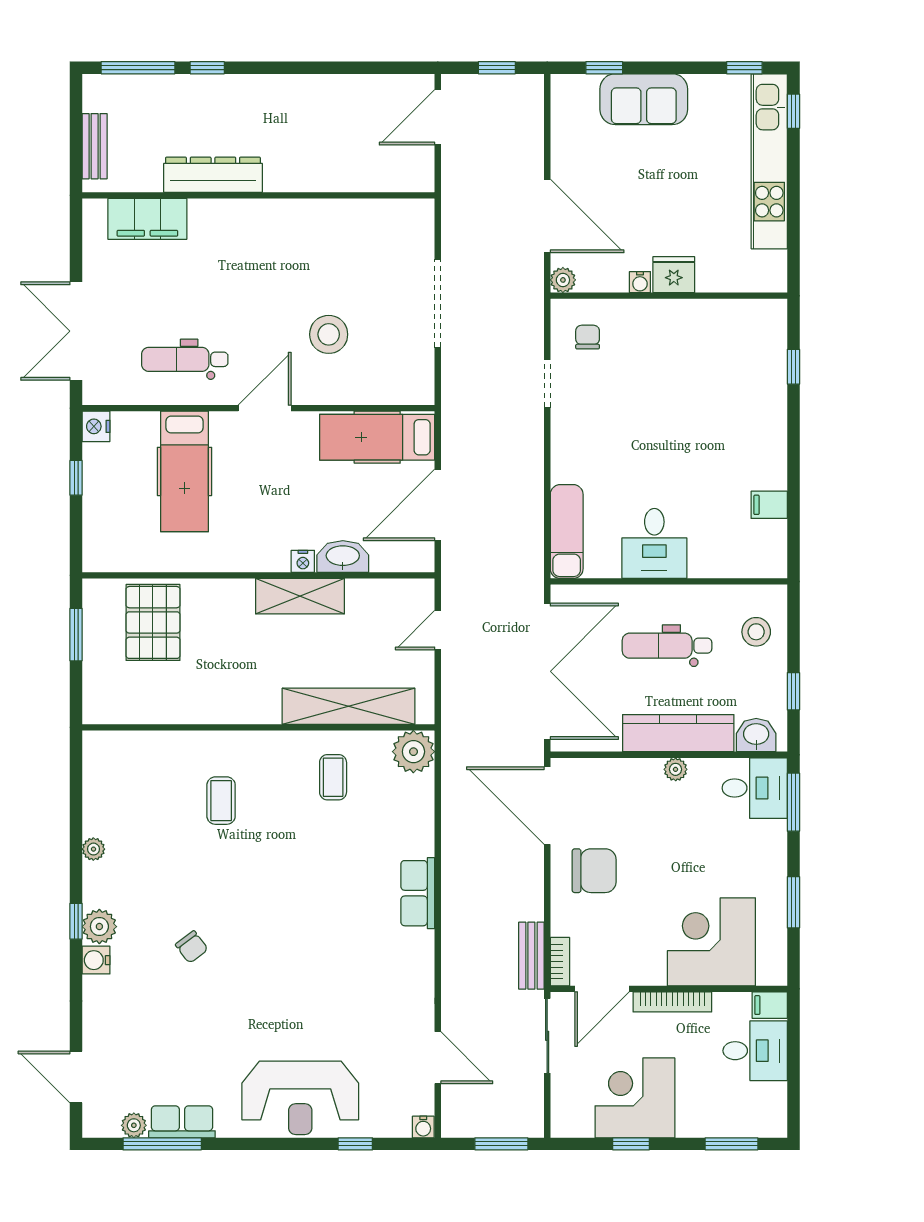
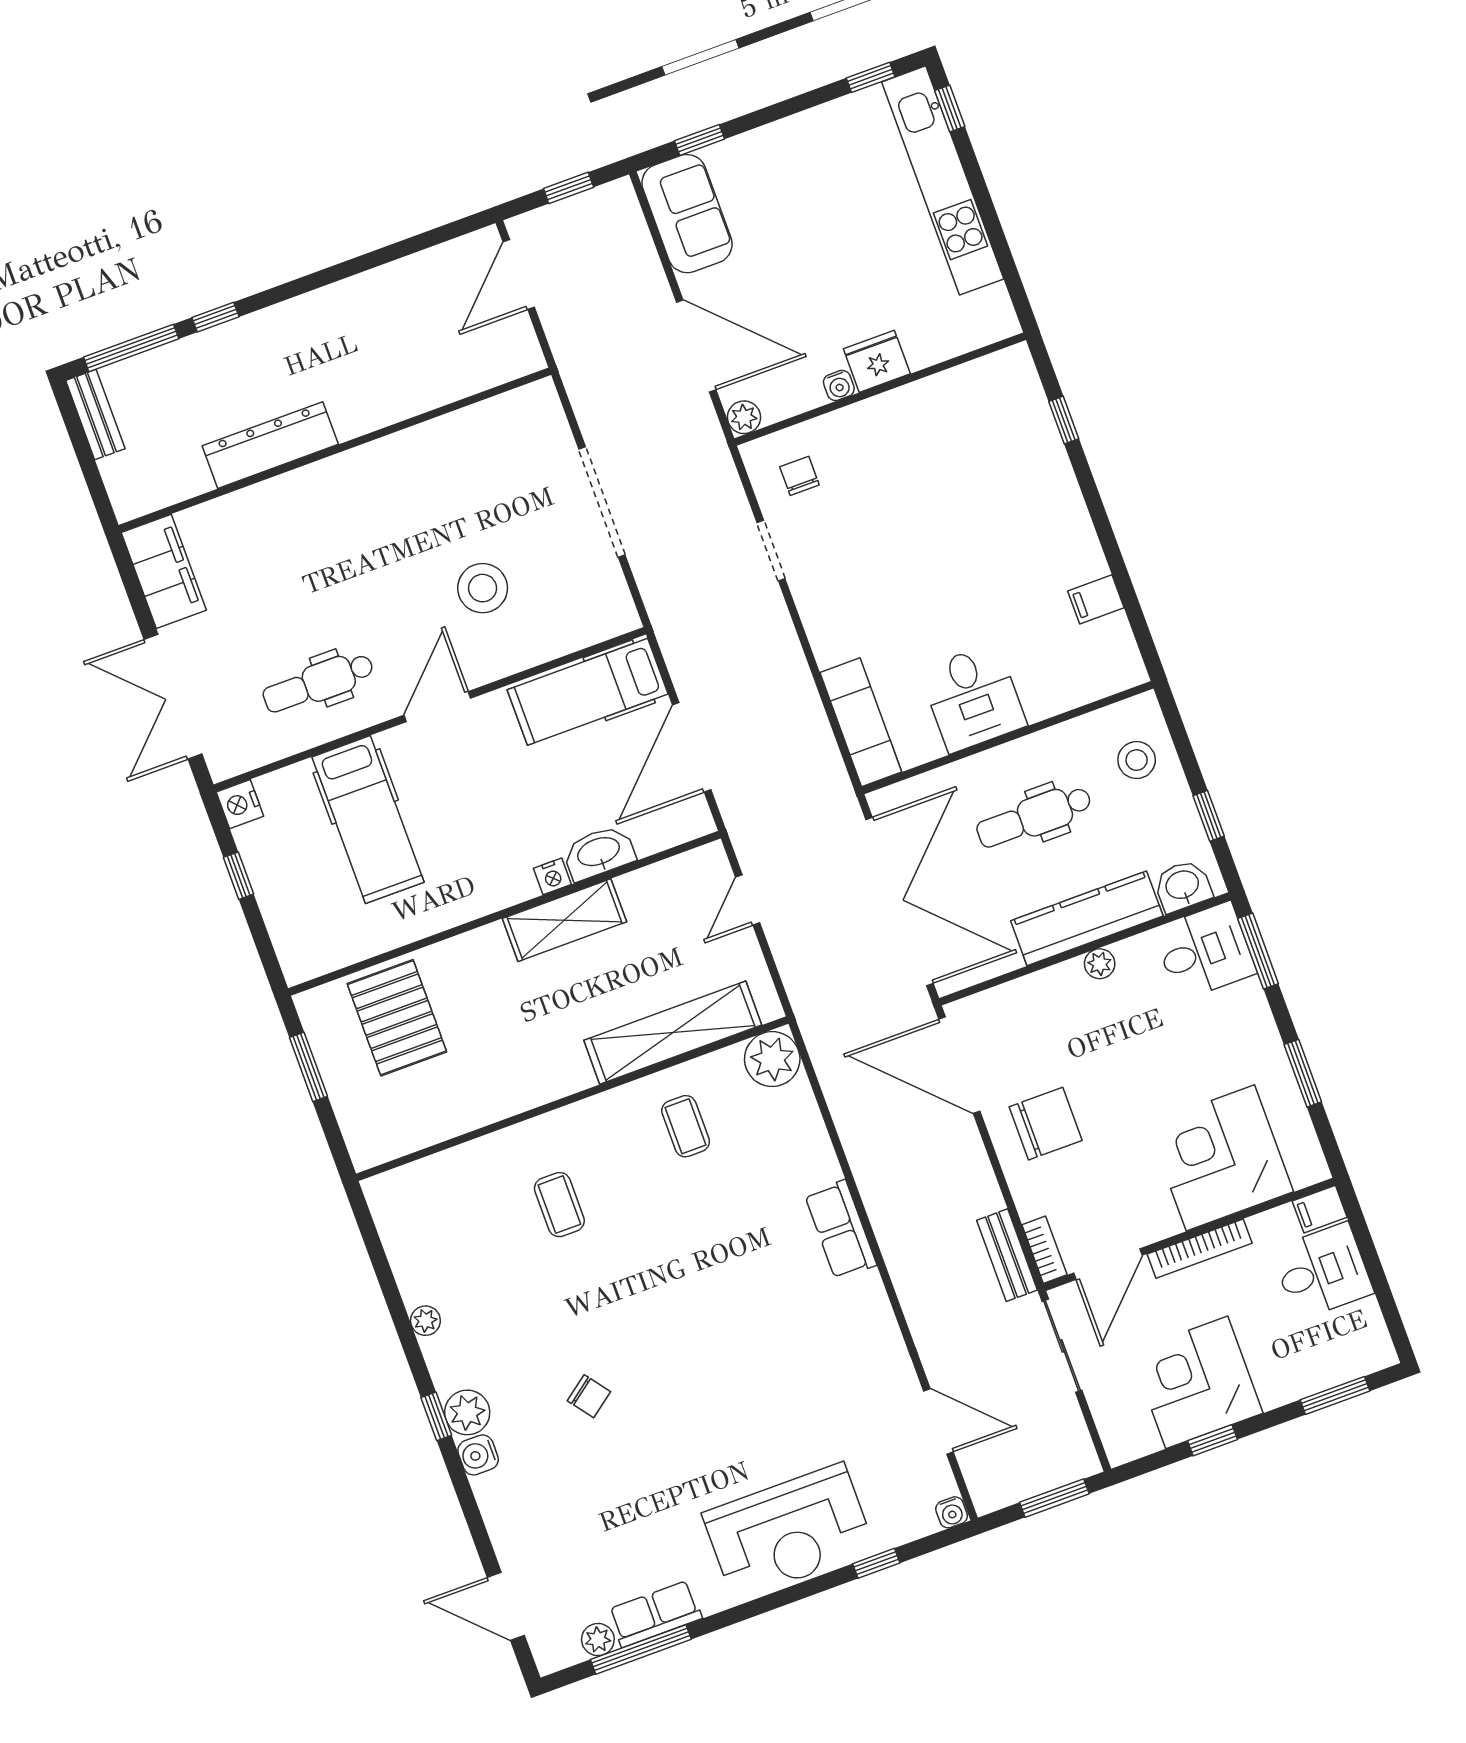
sofa: (644, 99) -> (687, 214), moved, turned -90
bench: (95, 146) -> (95, 415), moved
filing cabinet: (147, 219) -> (164, 571), moved, turned -90

